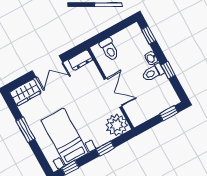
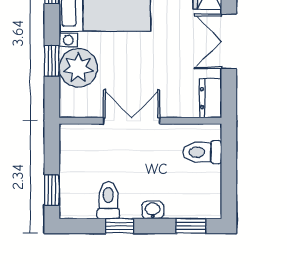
toilet: (153, 73) -> (108, 200), moved
double door: (113, 93) -> (132, 121), swing flipped
plant: (117, 125) -> (78, 68), moved

